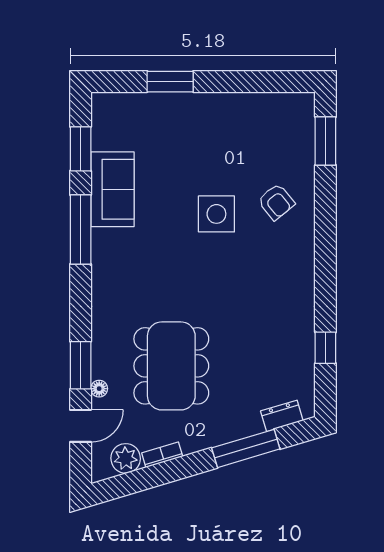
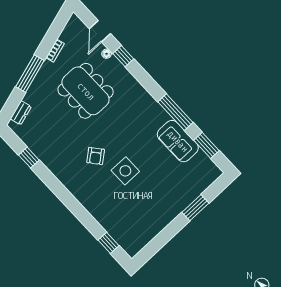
window: (325, 141) -> (108, 243), width x0.67
armchair: (276, 202) -> (96, 156), moved, turned -90
window: (81, 365) -> (123, 56), width x0.67
window: (246, 448) -> (30, 74), moved
plant: (126, 458) -> (69, 35), removed

